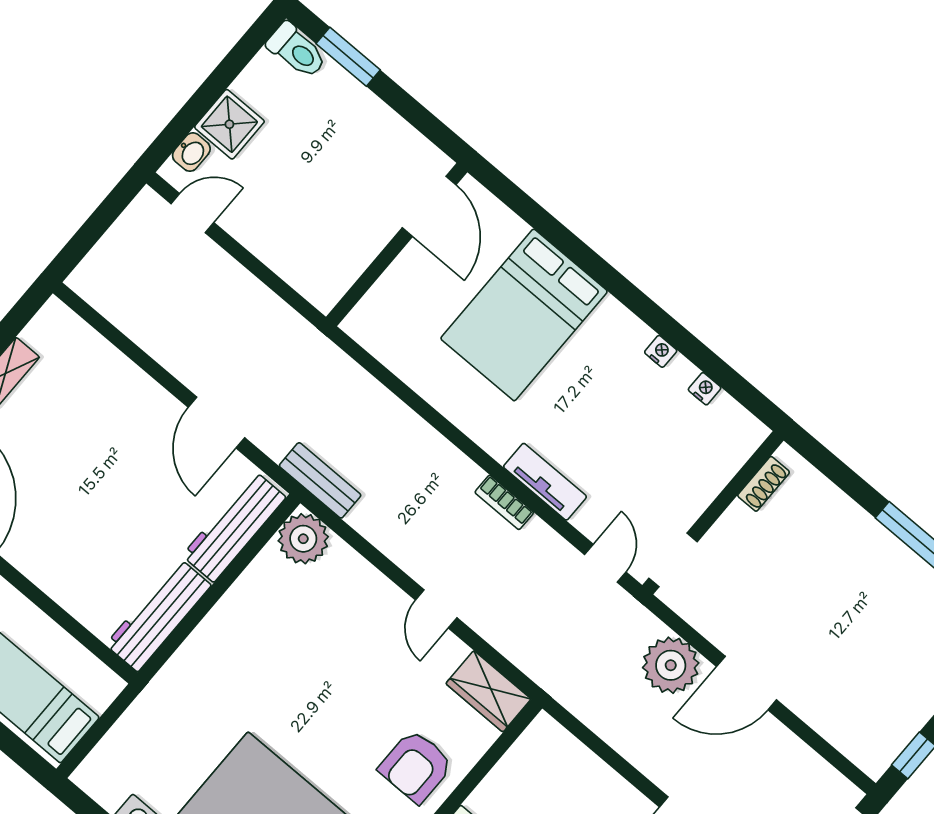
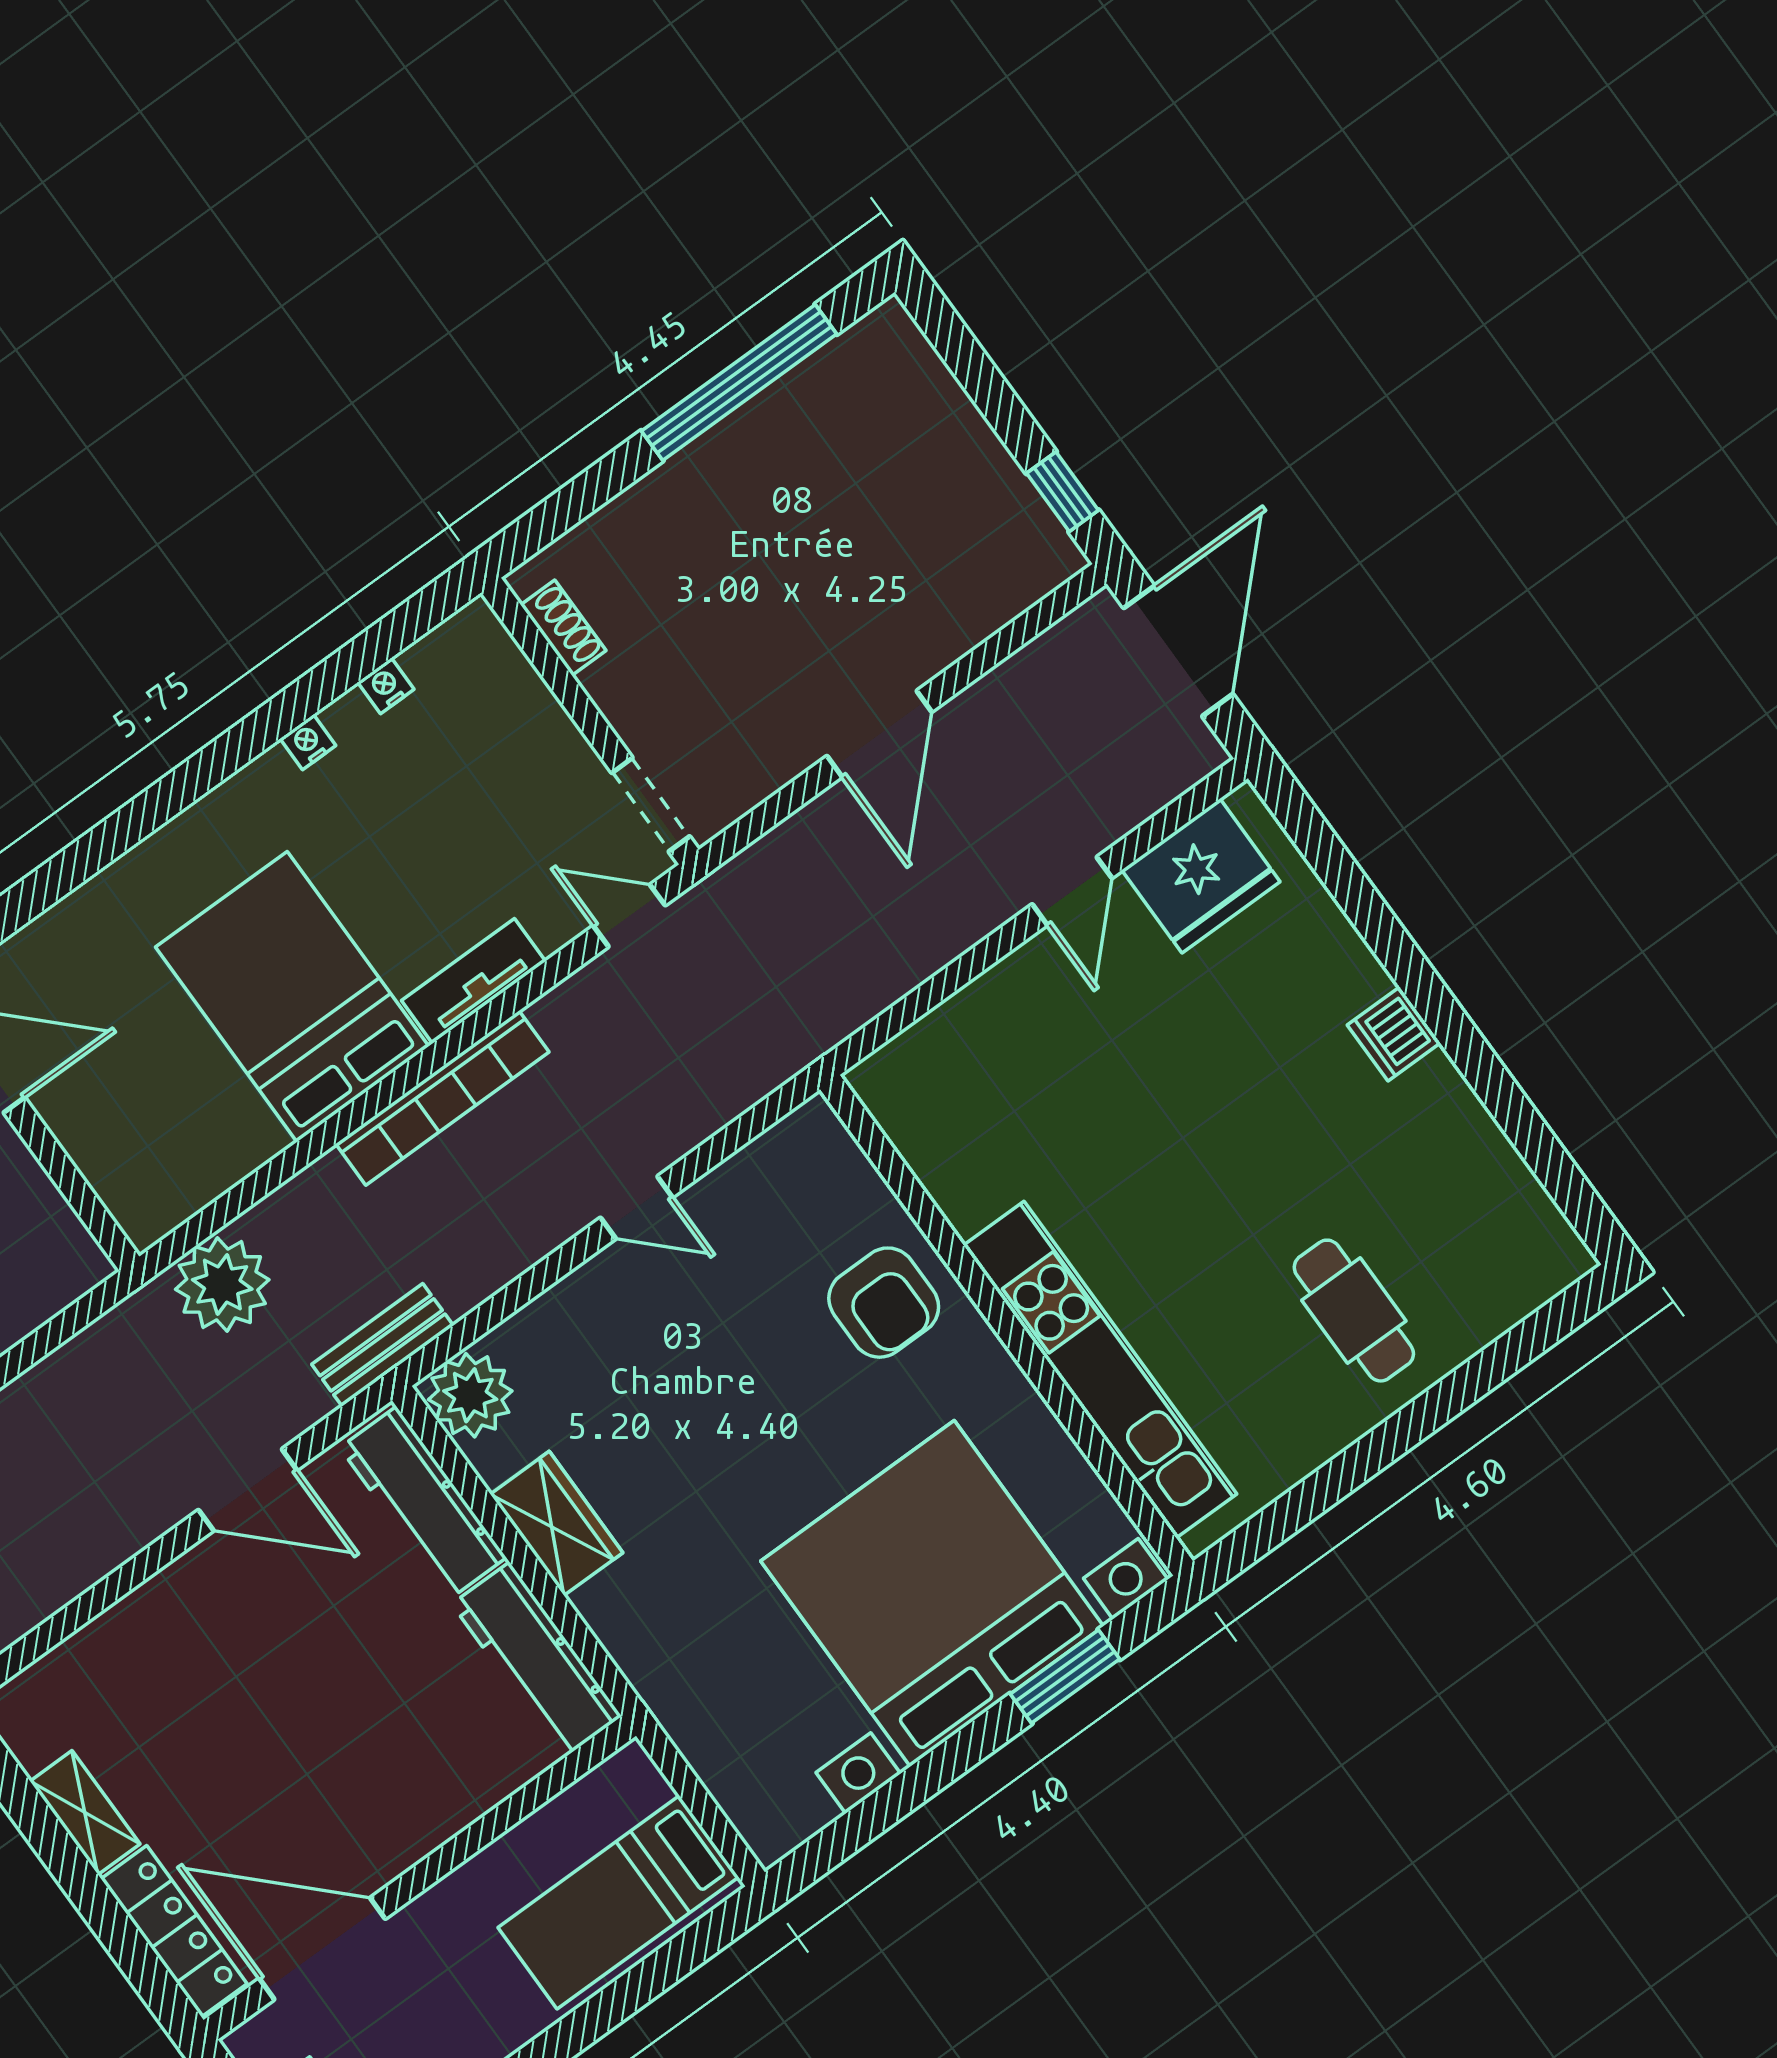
bed: (524, 315) -> (292, 997), moved, turned 180
bookcase: (504, 502) -> (442, 1098), width x2.31, depth x1.31
plant: (671, 665) -> (222, 1284), moved
wardrobe: (488, 691) -> (557, 1523), moved, turned -90

